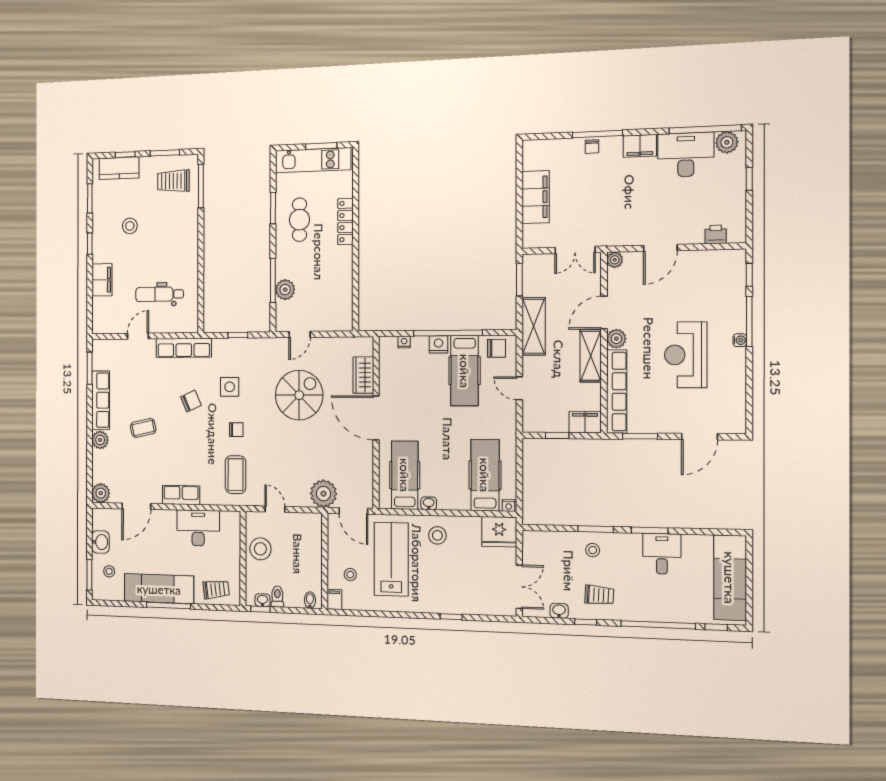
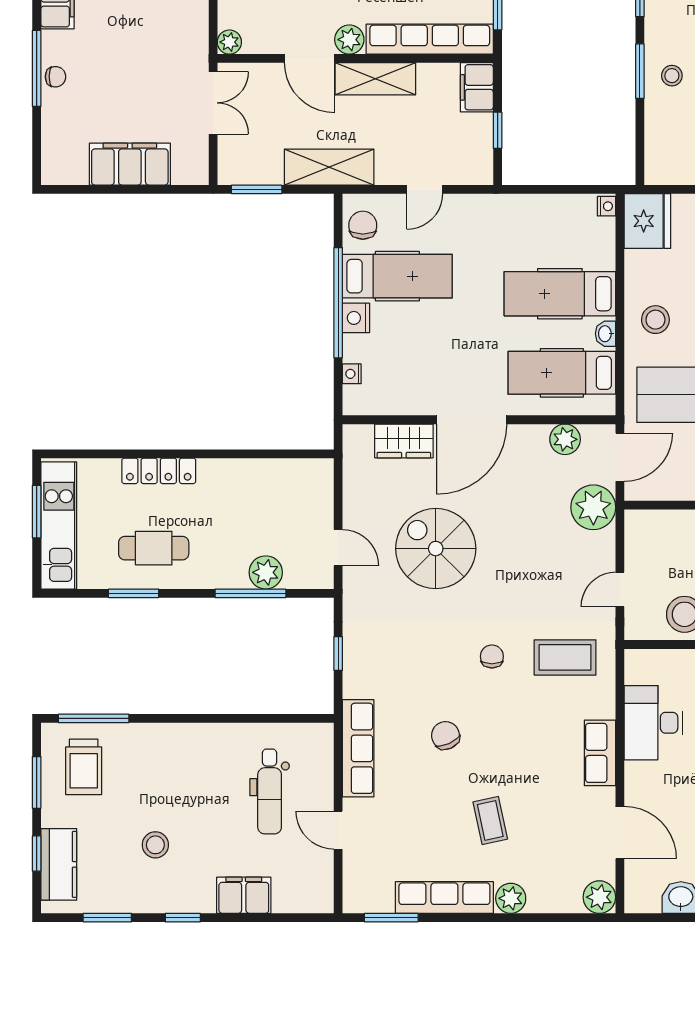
side table: (230, 387) -> (422, 668), removed
hospital bed: (485, 475) -> (560, 294), moved
plant: (364, 477) -> (565, 439), added

